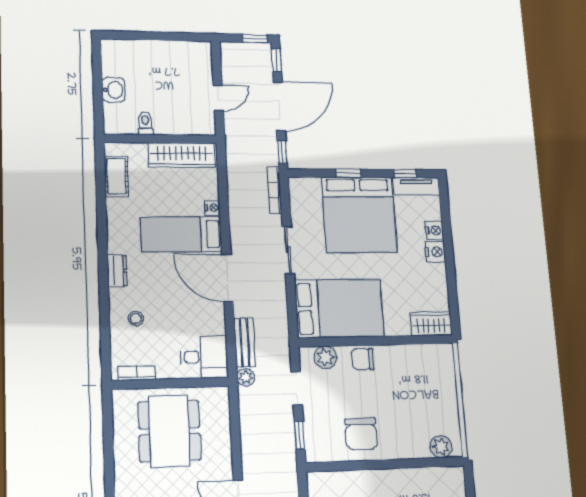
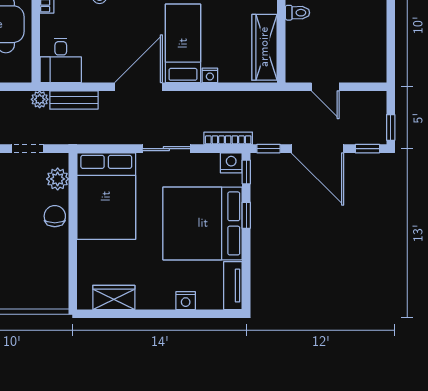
window: (405, 174) -> (246, 172), moved
nightstand: (435, 252) -> (231, 163), moved, turned 180
wardrobe: (431, 324) -> (114, 297), moved, turned -90

